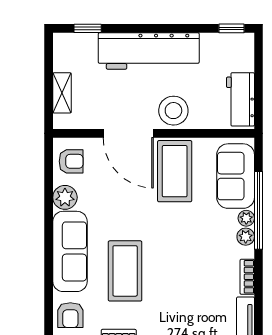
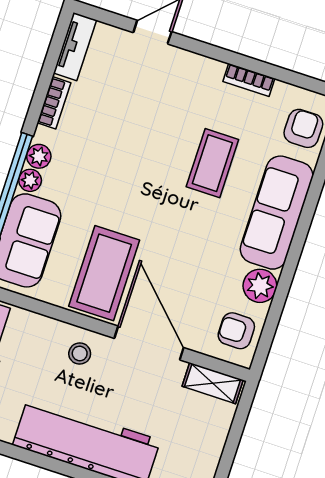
shelving: (62, 93) -> (213, 383), moved, turned 90
stool: (173, 111) -> (80, 354), width x0.53, depth x0.53
coffee table: (125, 271) -> (212, 163), width x0.73, depth x0.76

